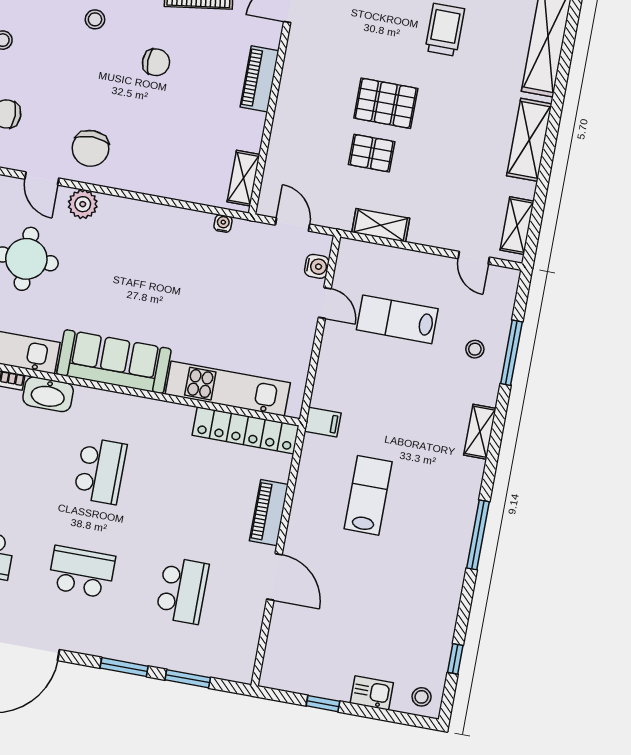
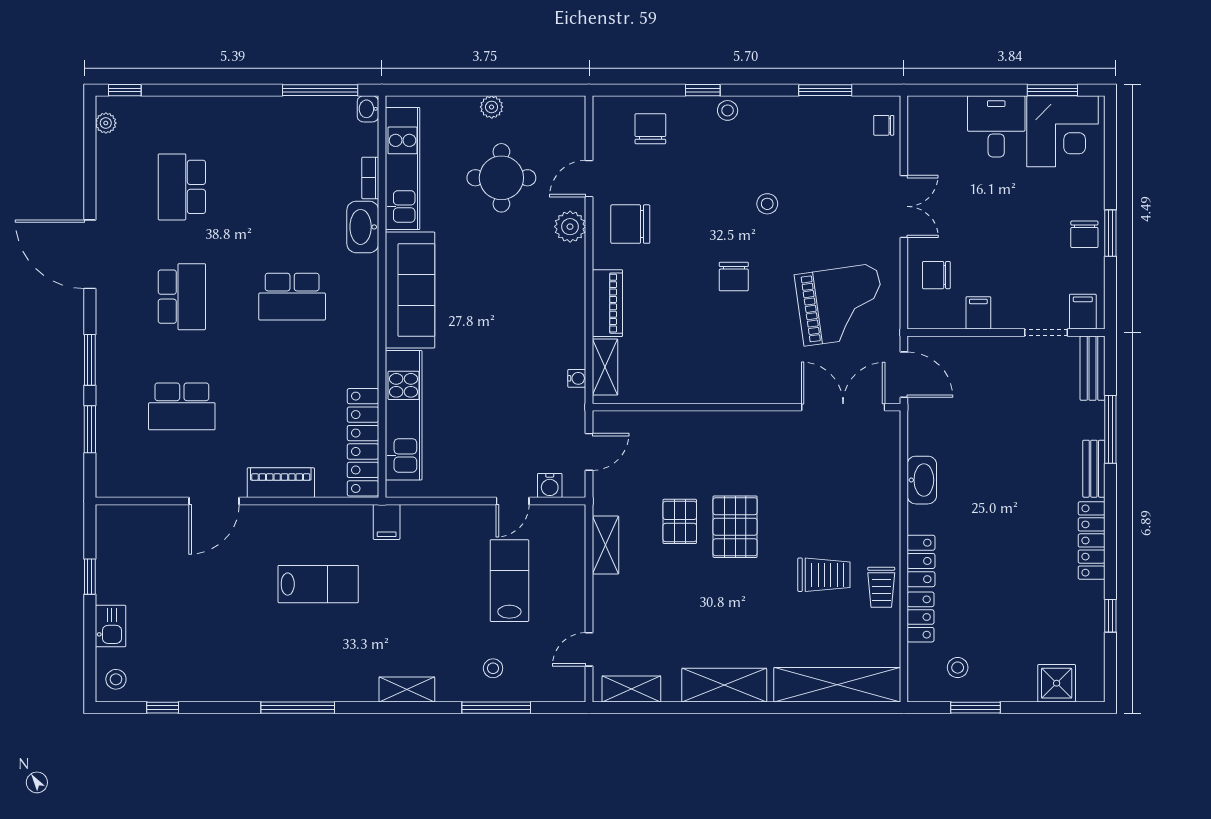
piano: (259, 79) -> (607, 303), moved, turned 90
shelving: (243, 178) -> (605, 367), moved, turned 90

